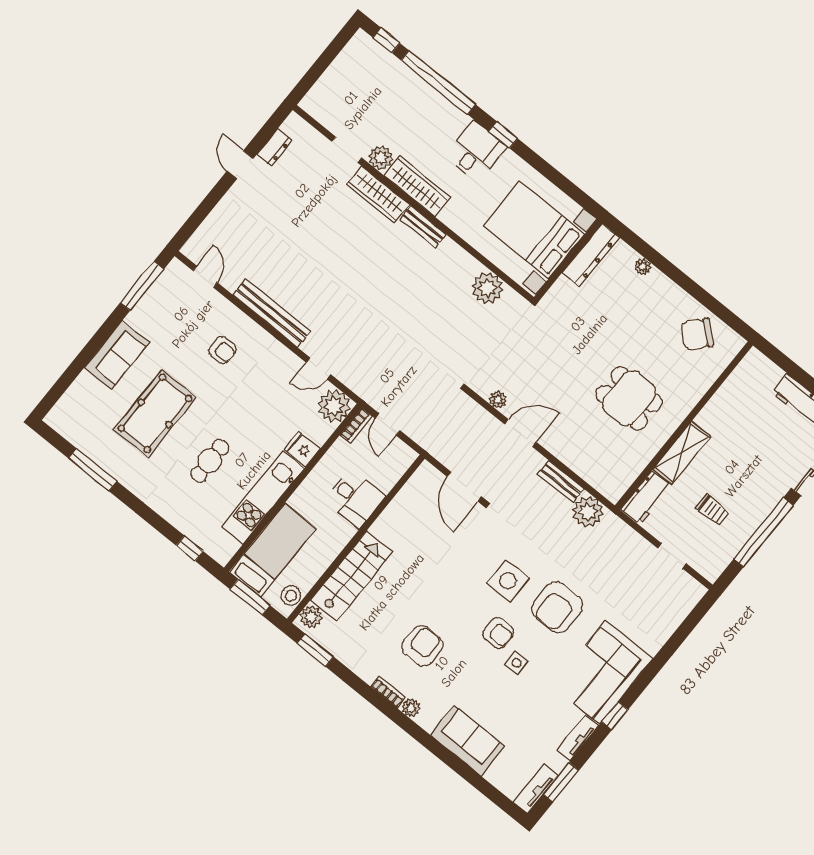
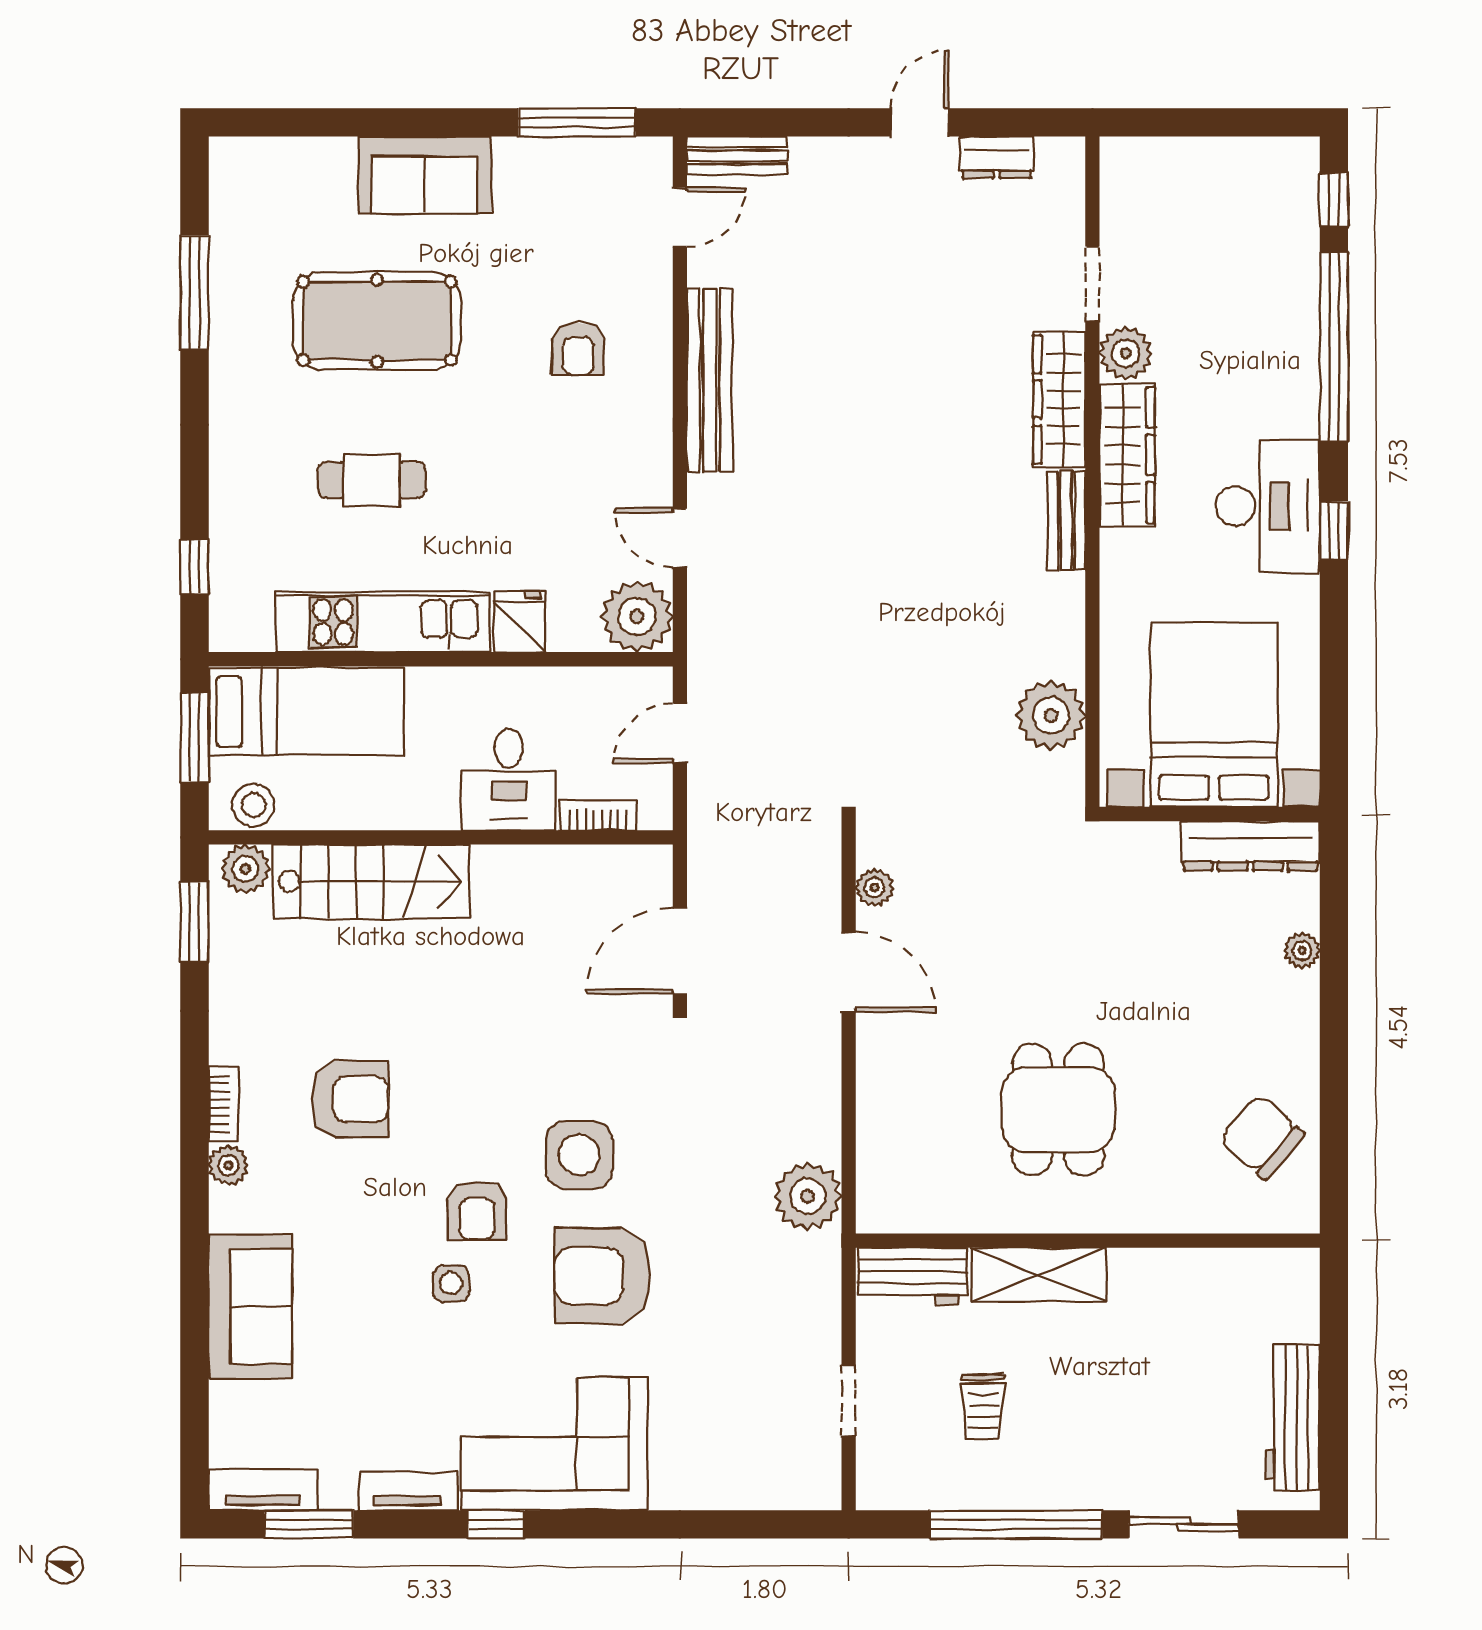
desk: (476, 151) -> (1268, 506), width x1.37
bookcase: (356, 426) -> (598, 815), moved, turned 180
bench: (561, 481) -> (737, 156), moved, turned 90

